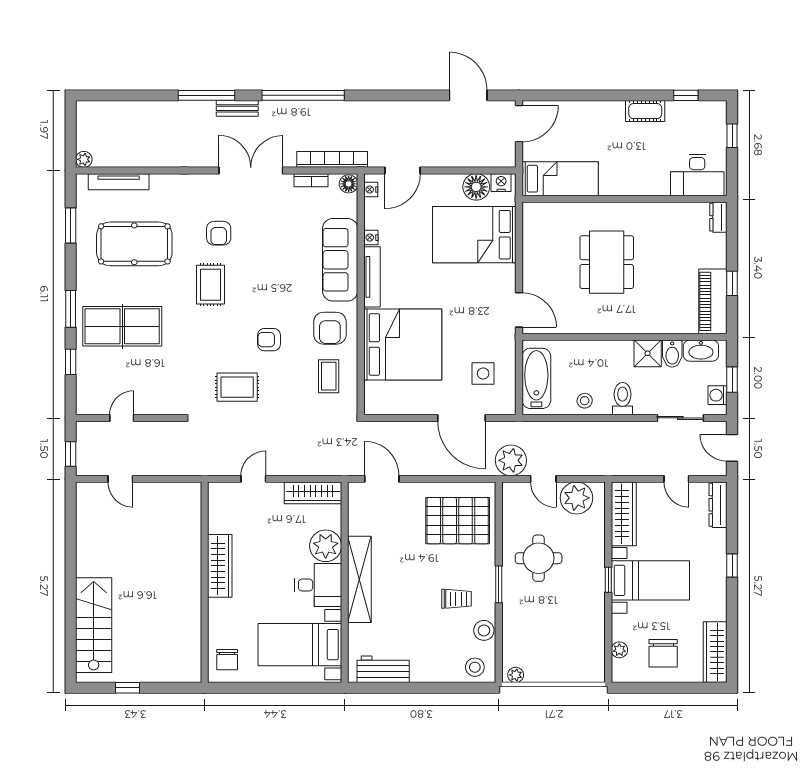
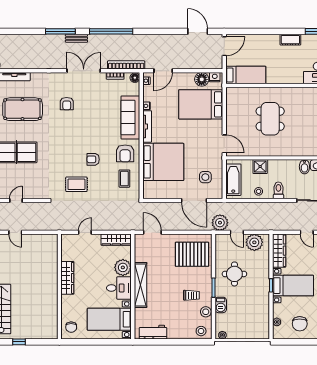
rug: (211, 285) -> (62, 131), removed
shower: (648, 353) -> (260, 167), moved
barbecue: (512, 617) -> (221, 305), added

